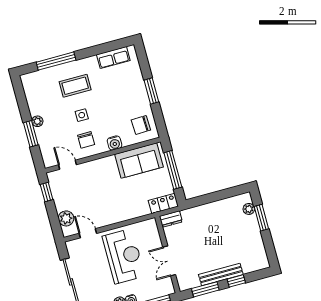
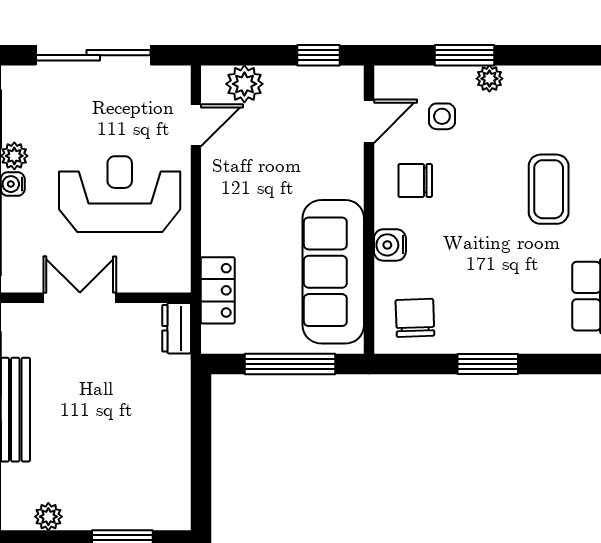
side table: (82, 115) -> (442, 116), moved
sofa: (139, 161) -> (333, 272), width x1.36
locker: (163, 203) -> (218, 290), moved
plant: (249, 209) -> (48, 517), moved
reception desk: (124, 256) -> (120, 194), turned 180

